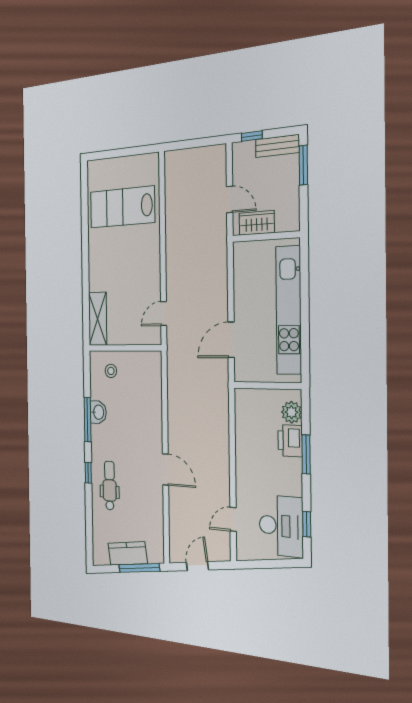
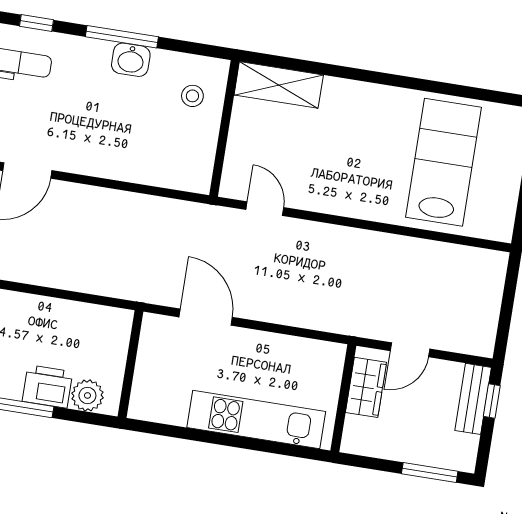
bench: (277, 146) -> (473, 399), moved
kitchen unit: (289, 310) -> (256, 420), width x0.73

